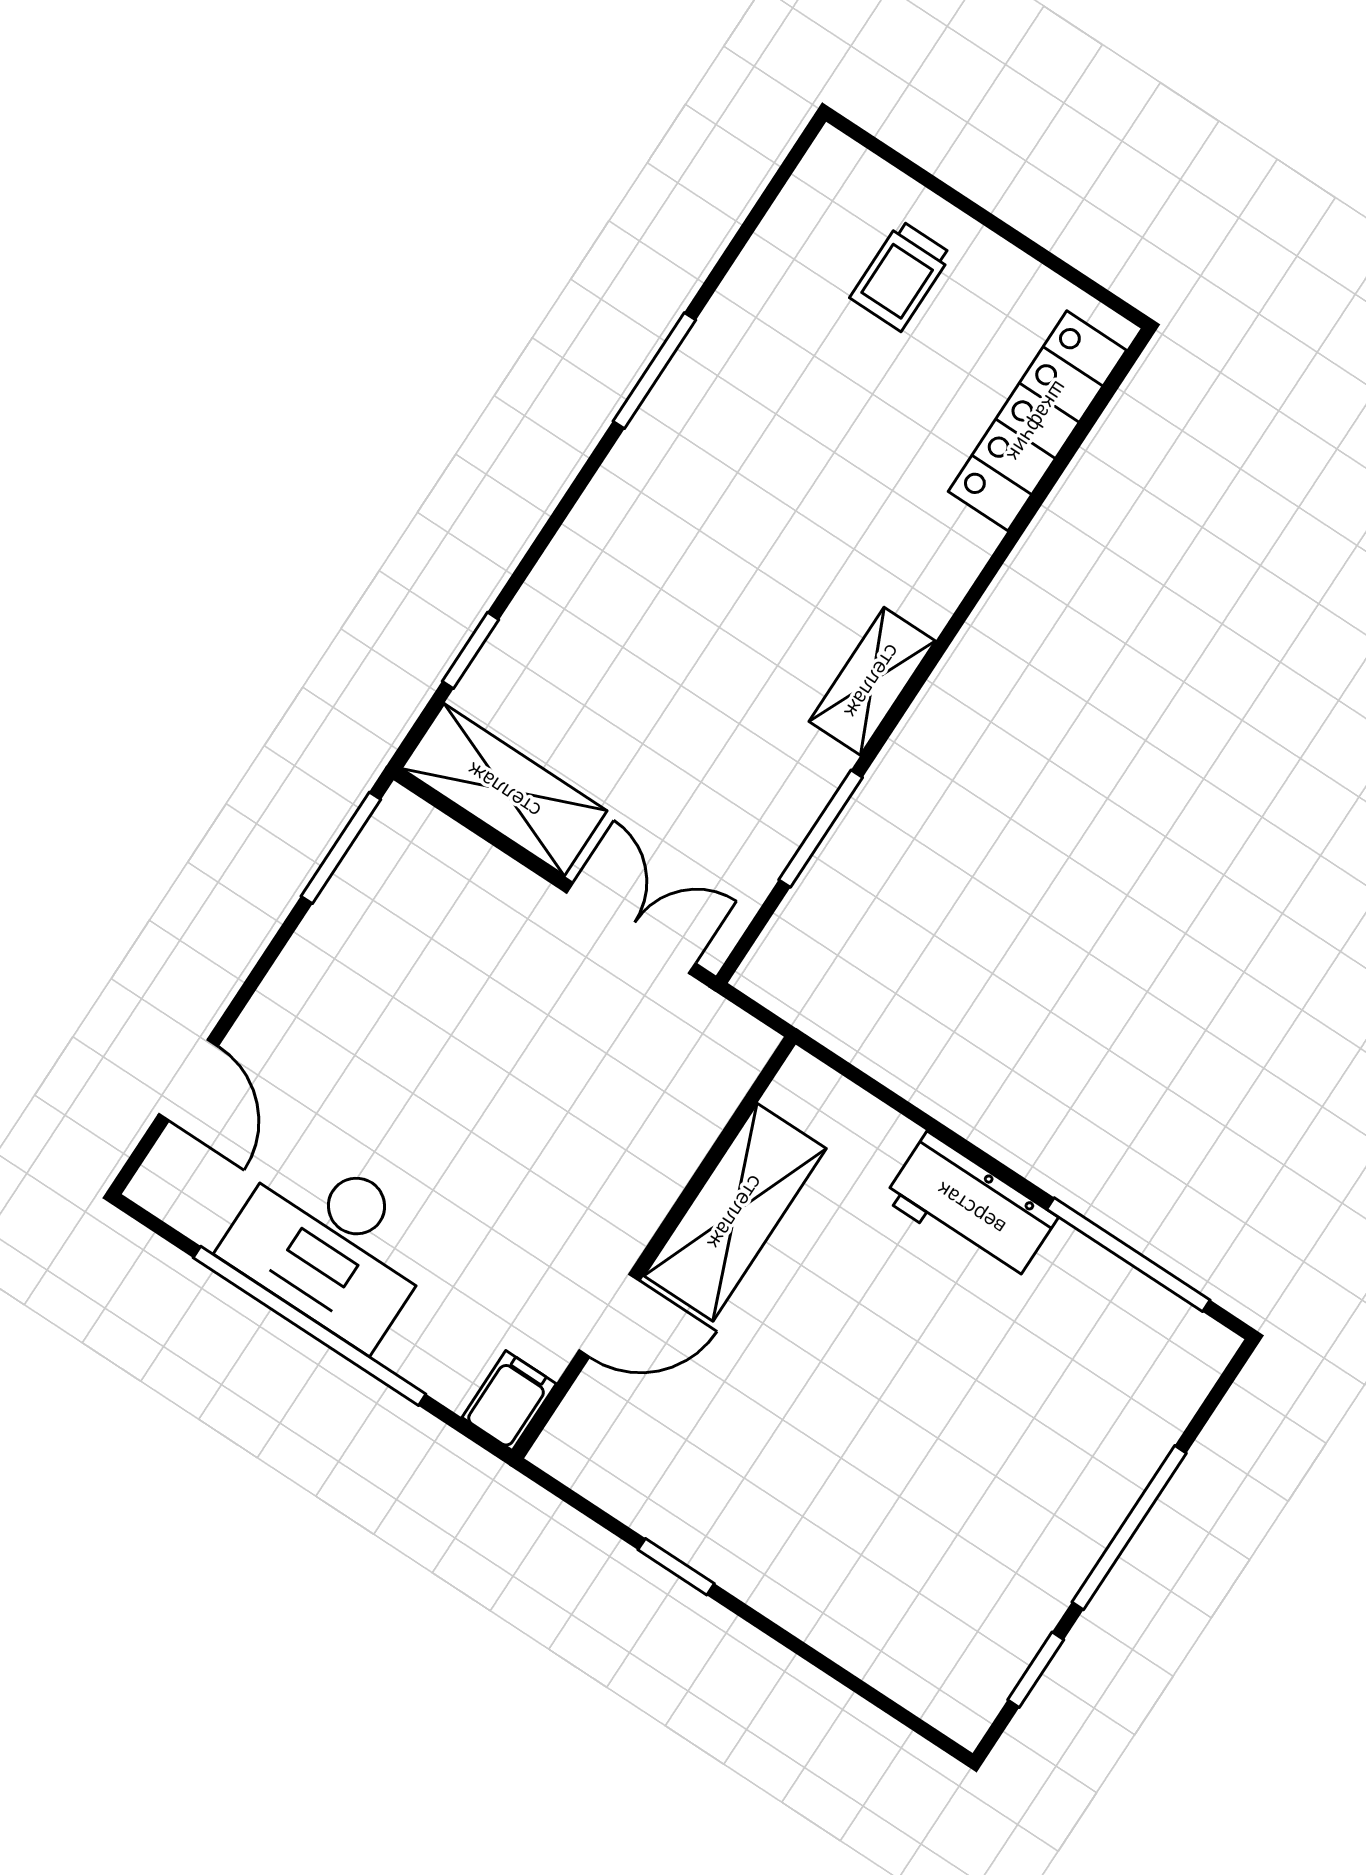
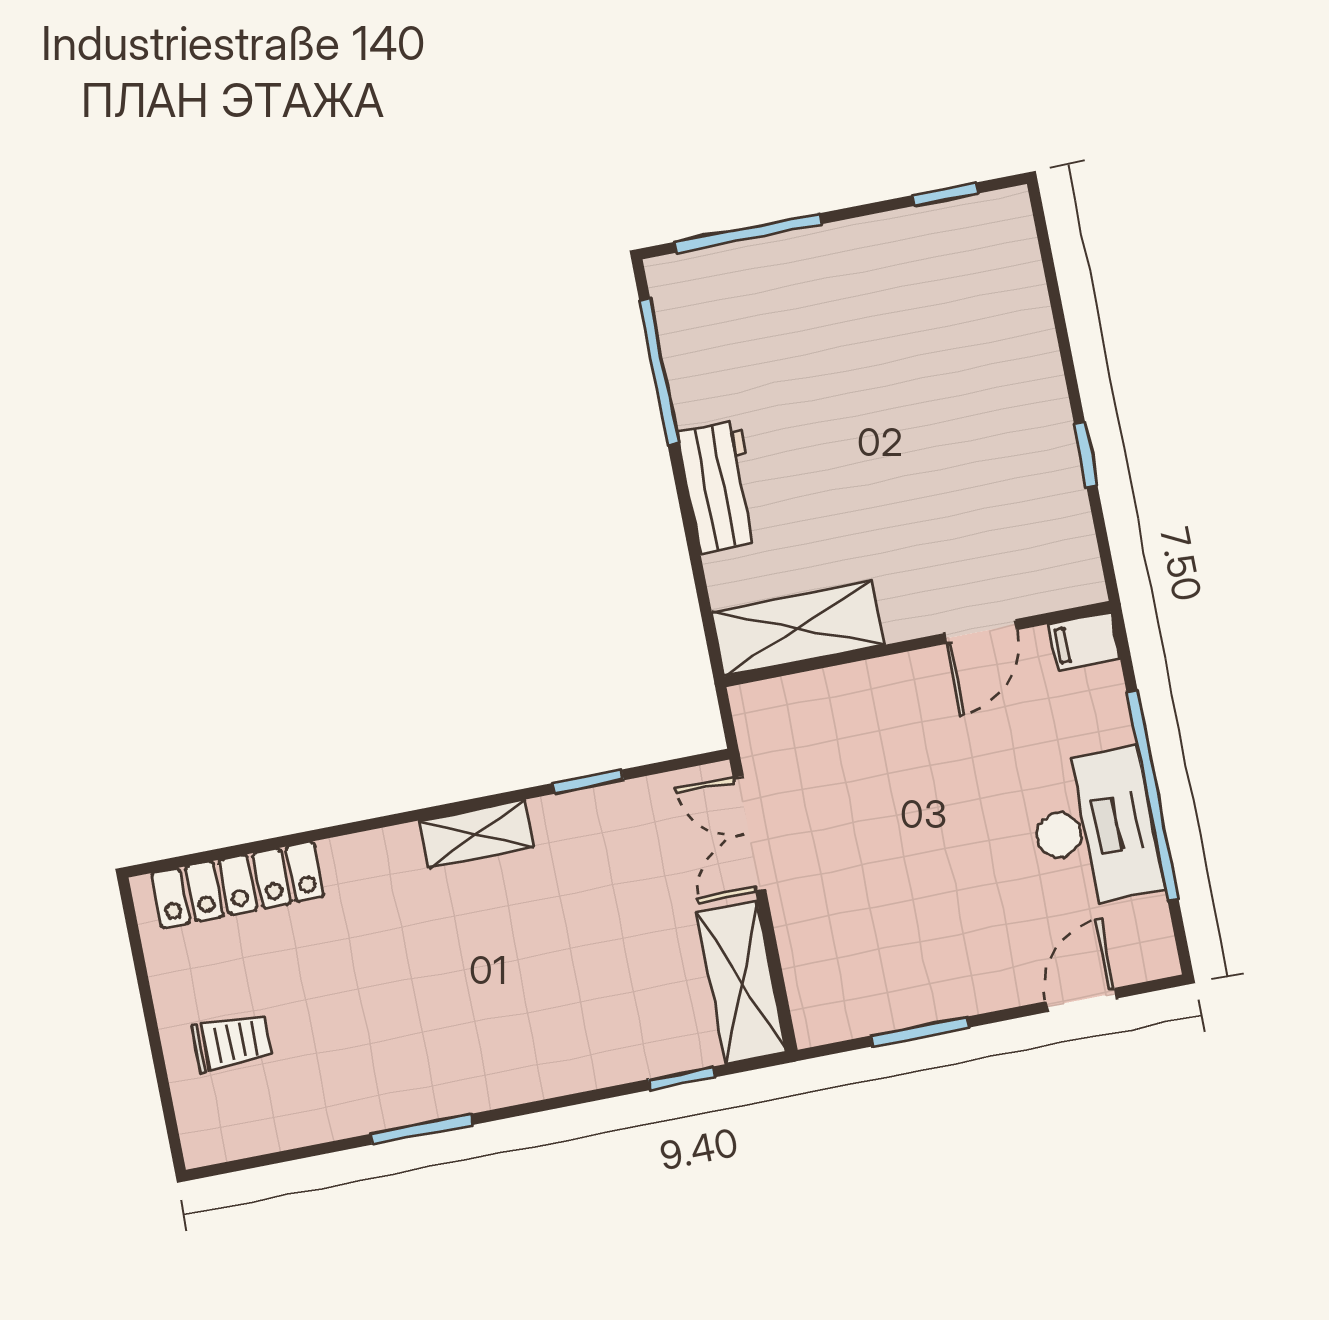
window: (821, 829) -> (588, 782), width x0.67
window: (341, 848) -> (920, 1032), moved
shelving: (735, 1212) -> (798, 628), moved
door: (609, 1315) -> (981, 632), swing flipped
window: (1129, 1528) -> (748, 233), moved

